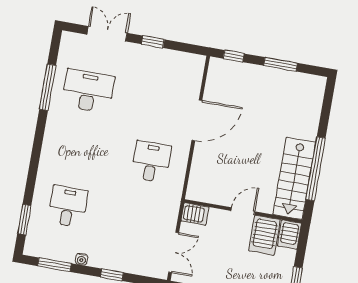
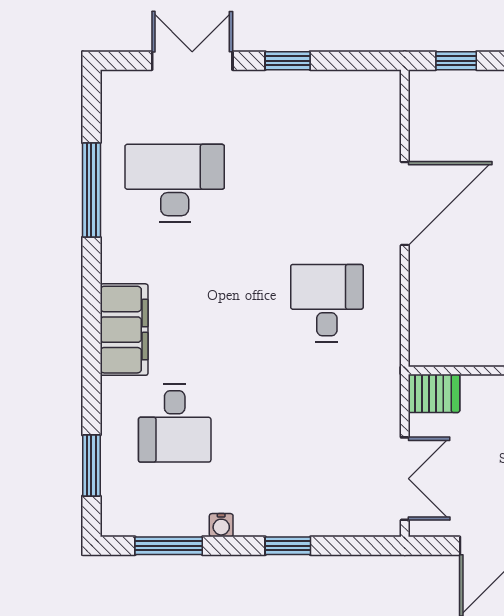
filing cabinet: (51, 157) -> (124, 330), added
desk: (68, 206) -> (175, 423), turned 180

